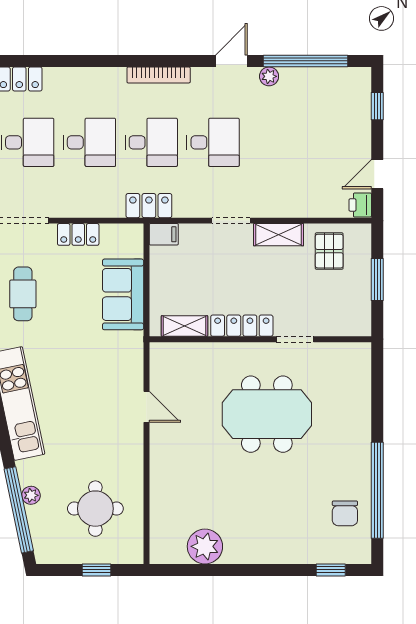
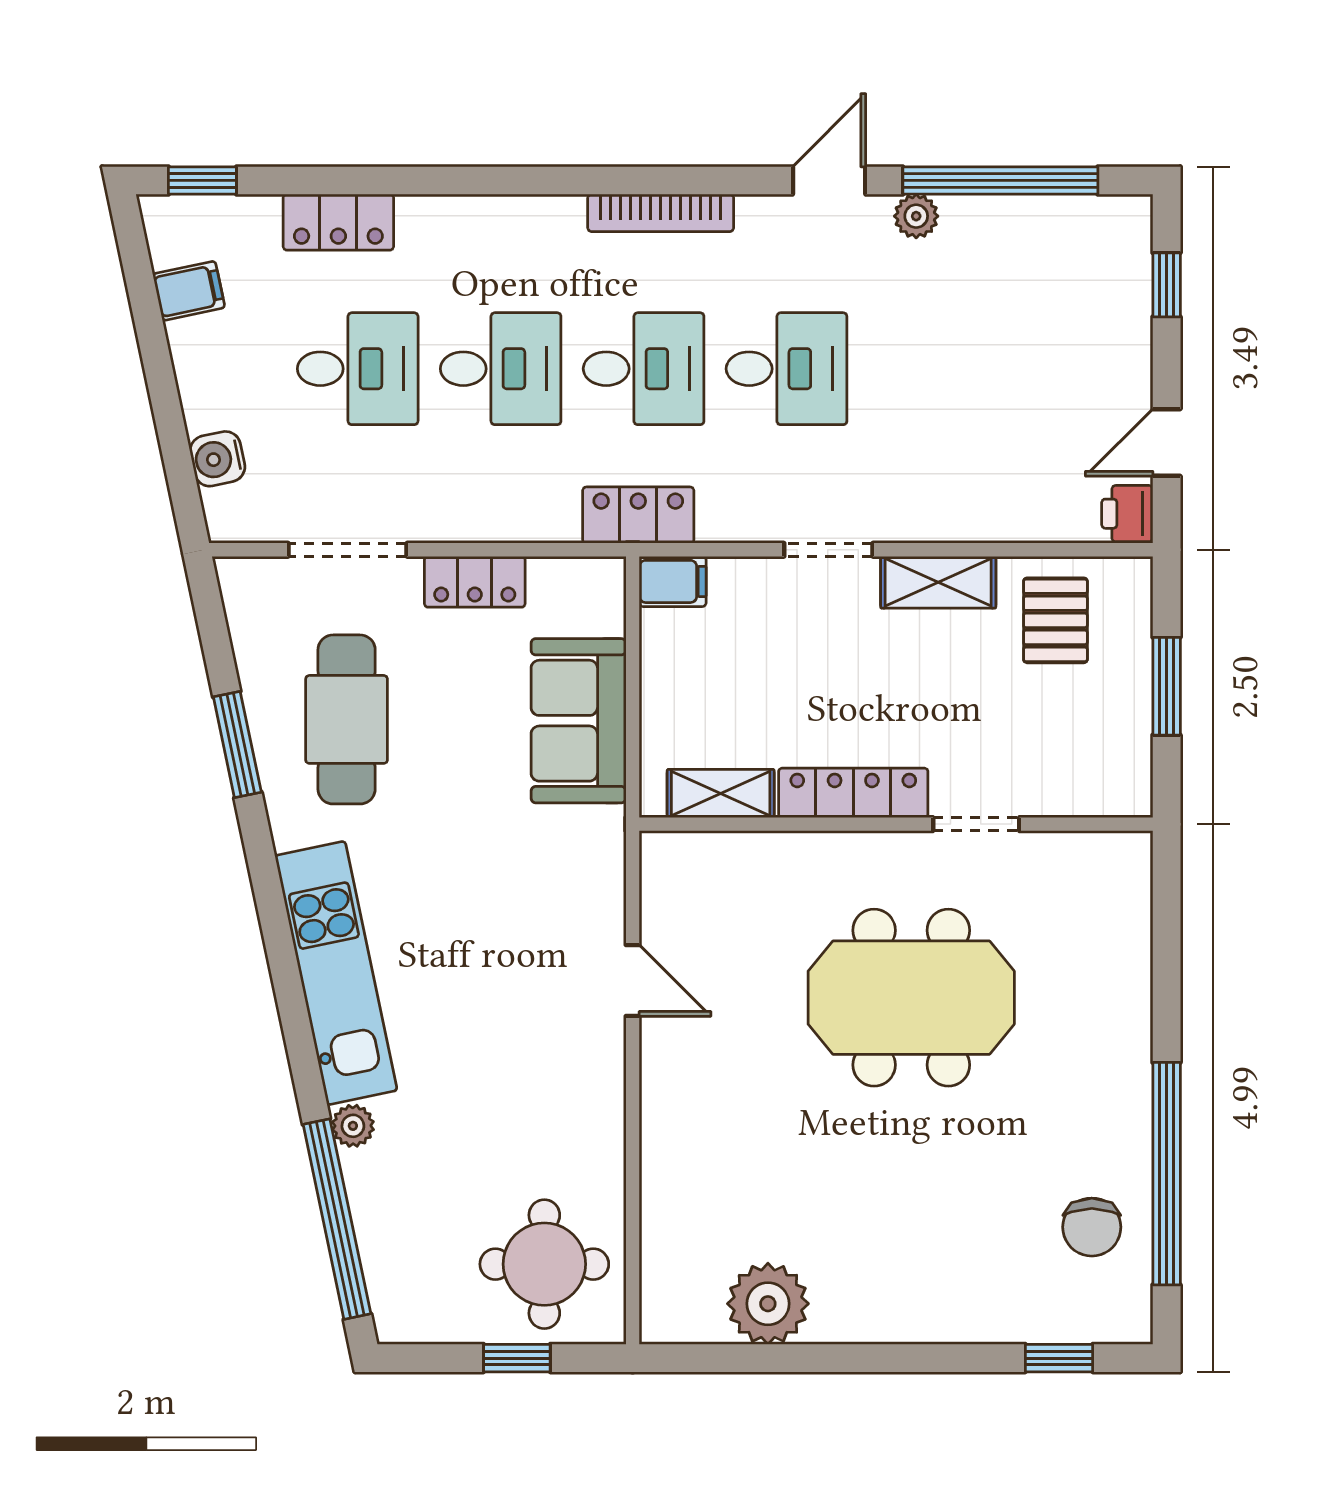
cafe table: (23, 294) -> (347, 719), width x1.37, depth x1.35
plant: (31, 495) -> (353, 1126), moved
round table: (95, 509) -> (544, 1264), moved

